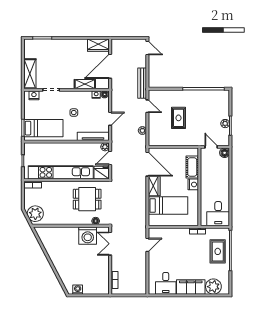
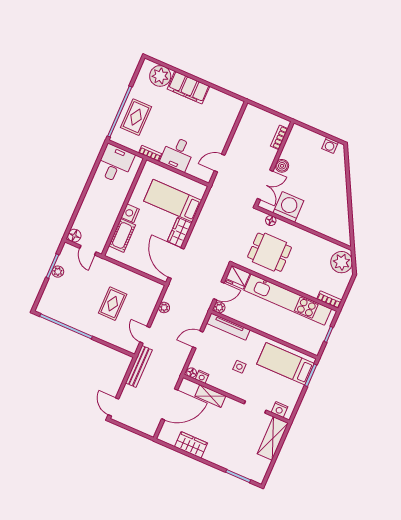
wardrobe: (98, 45) -> (191, 445), moved
boiler: (104, 261) -> (282, 166), added
desk: (166, 283) -> (178, 154), moved, turned 180

